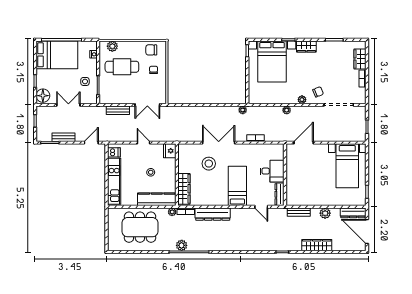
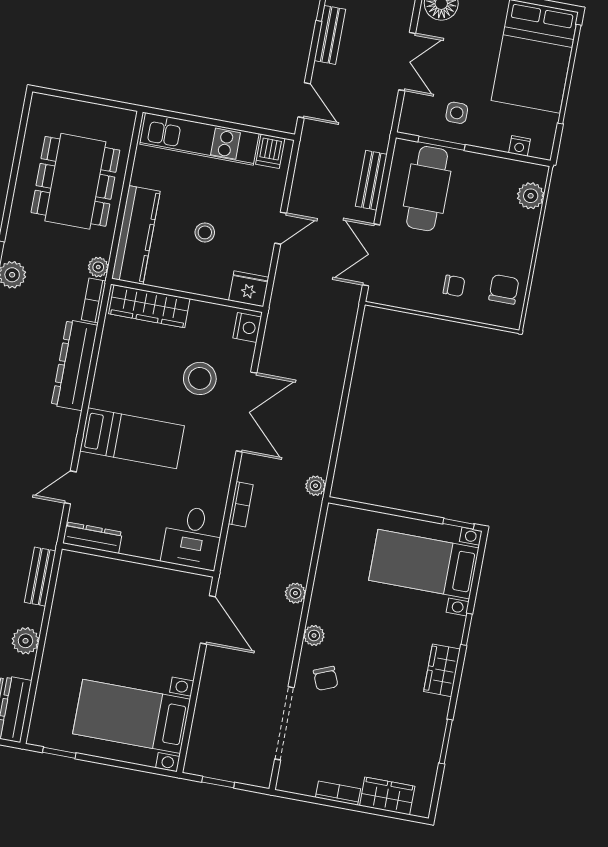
bed with nightstands: (272, 61) -> (424, 564), width x0.73
cafe table: (122, 67) -> (427, 189), moved
nightstand: (185, 149) -> (247, 327), added
desk: (272, 171) -> (193, 537), moved

